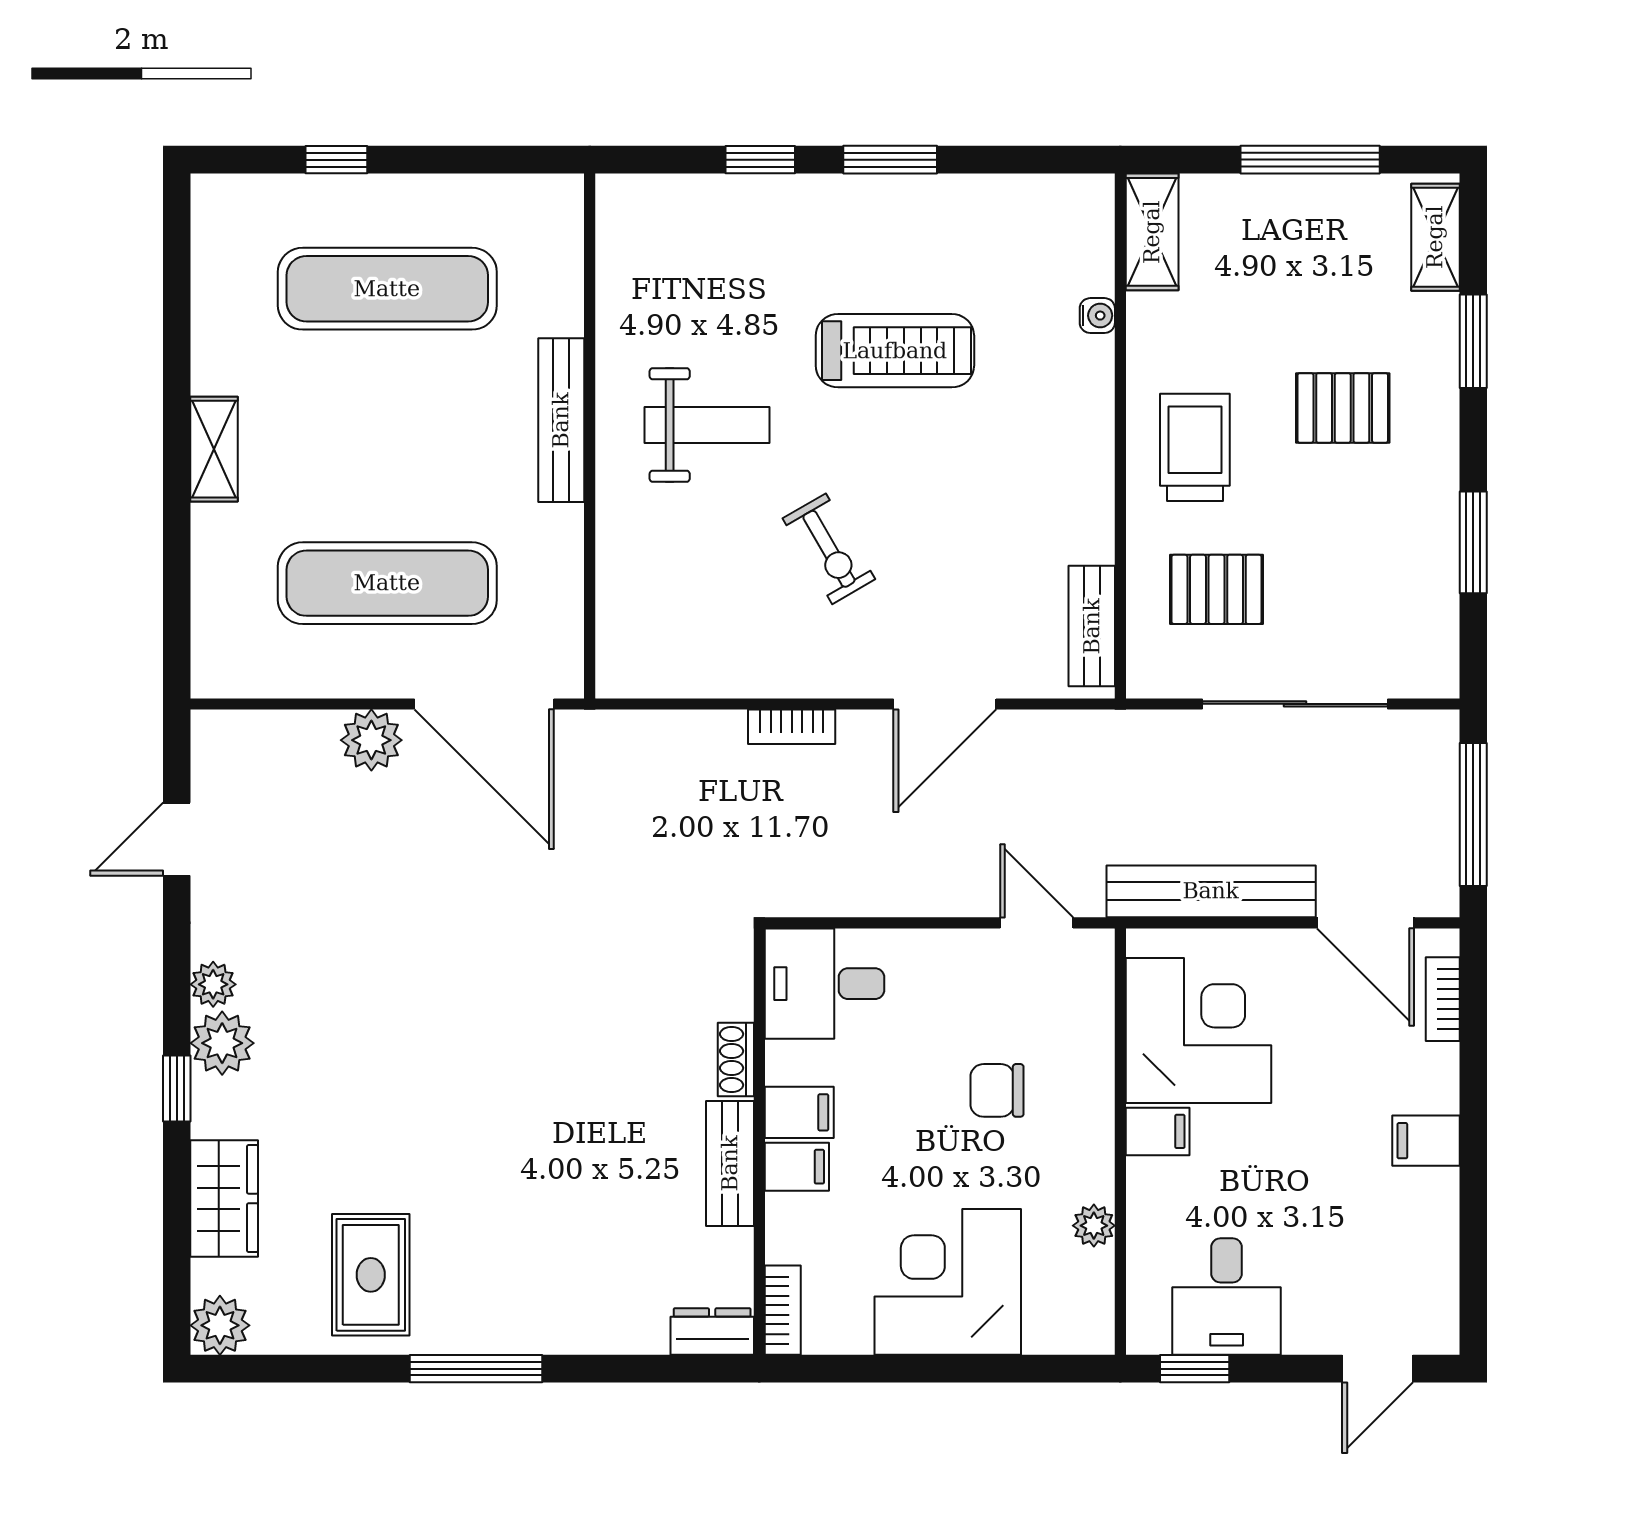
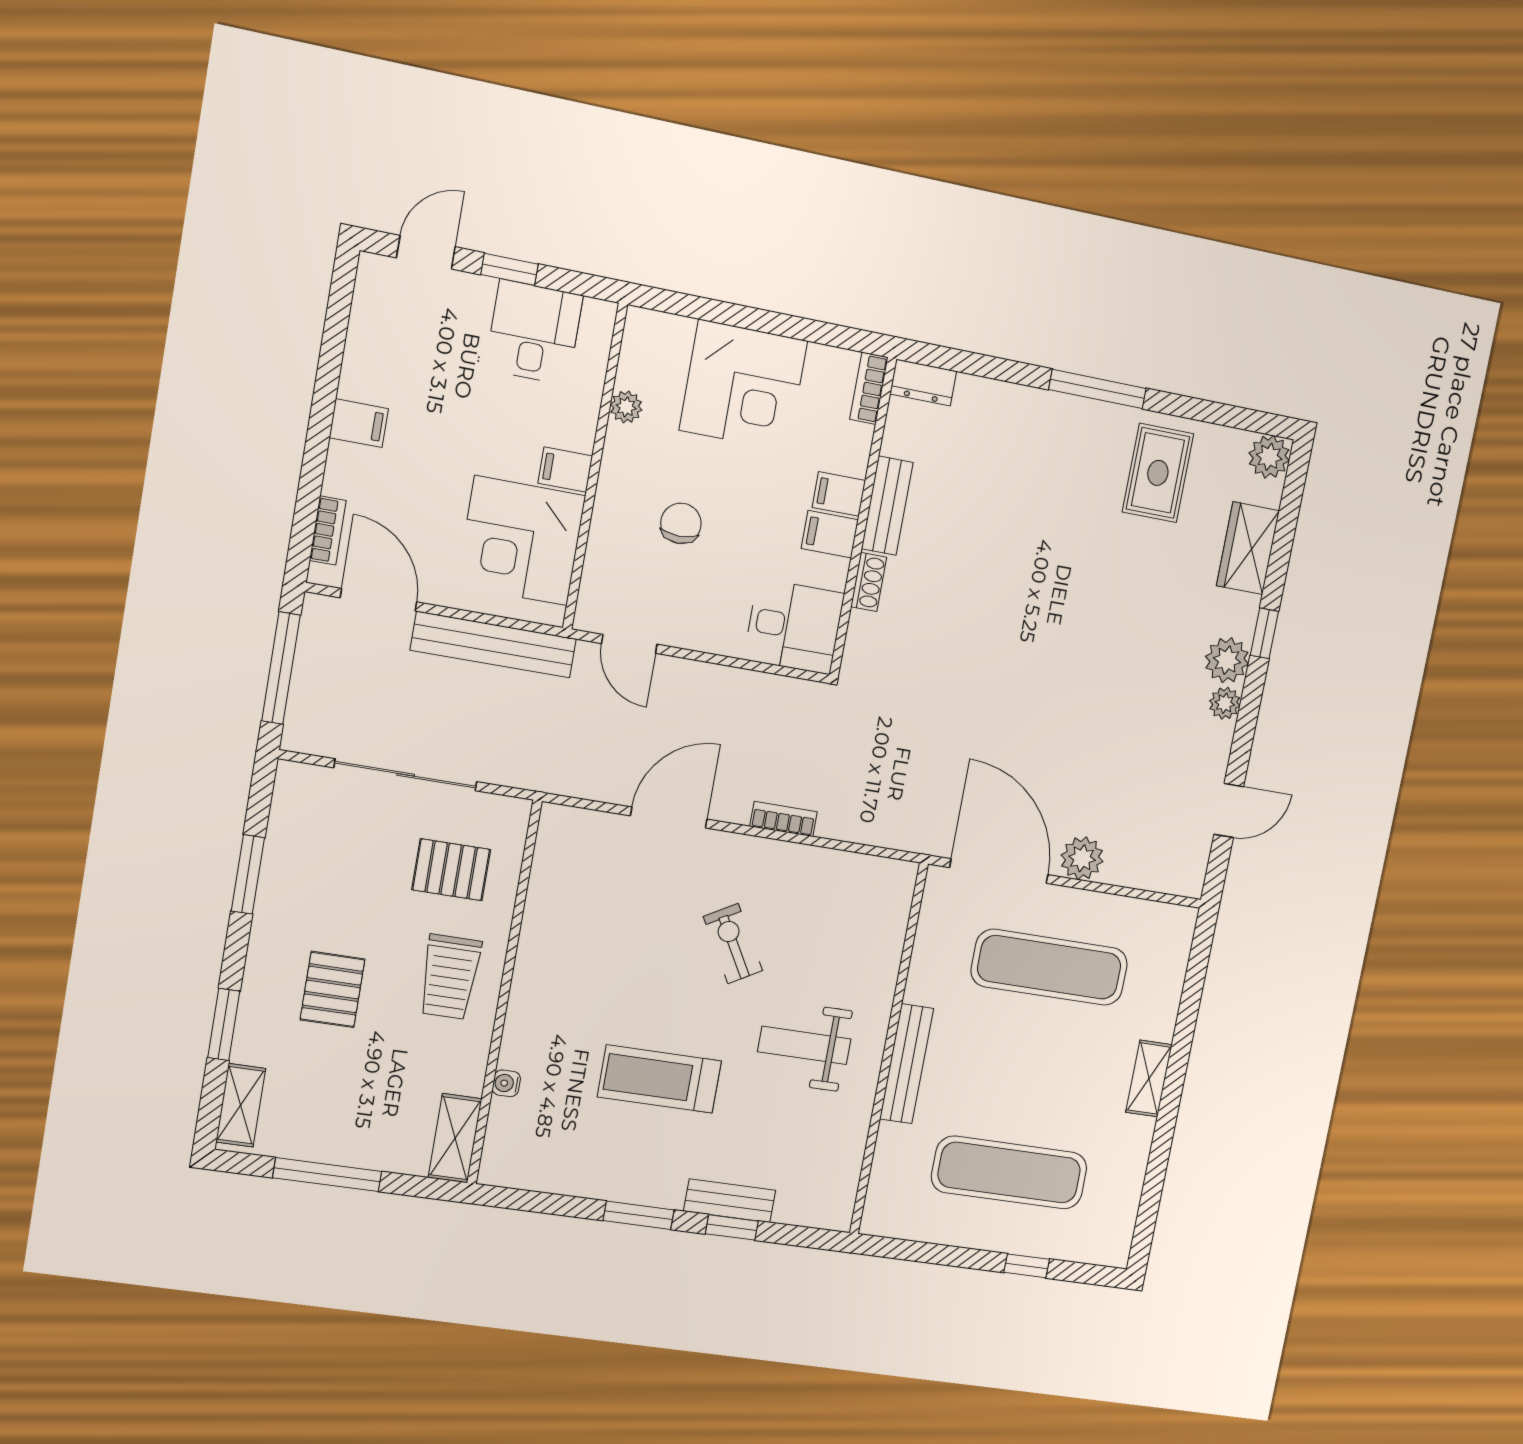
pallet: (1343, 408) -> (333, 989), turned 90
bench: (1092, 626) -> (730, 1201), moved, turned 90
chair: (997, 1090) -> (681, 523), turned -90
window: (1195, 1369) -> (509, 269), moved

